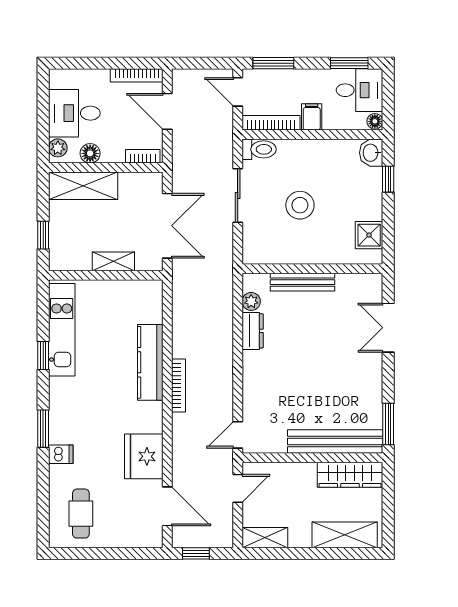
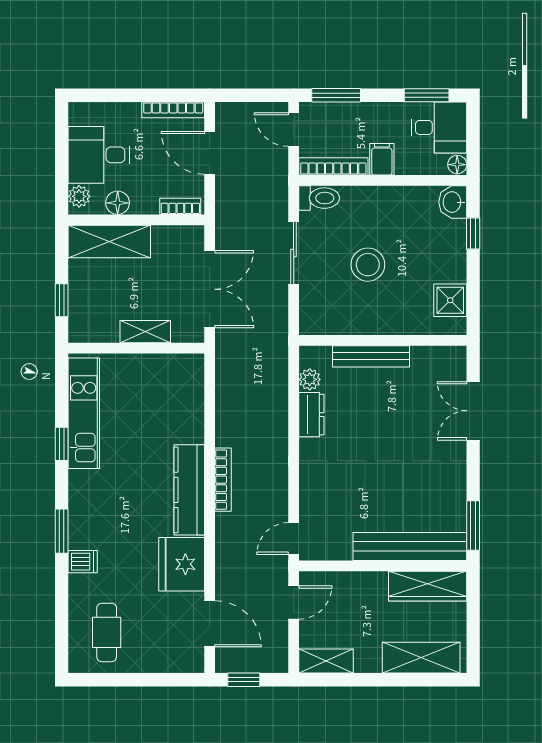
kitchen counter: (150, 362) -> (189, 490), moved

